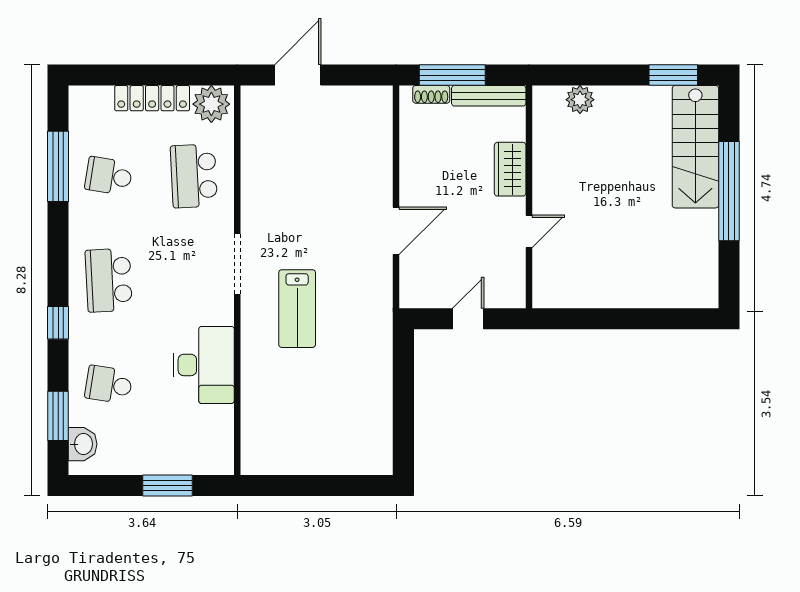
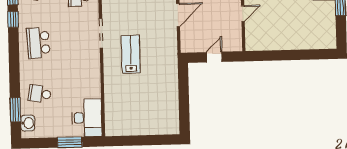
lab bench: (297, 309) -> (131, 54), turned 180
window: (58, 323) -> (13, 20), moved
desk: (204, 365) -> (87, 118), moved

